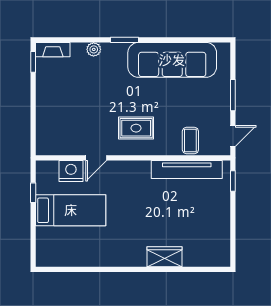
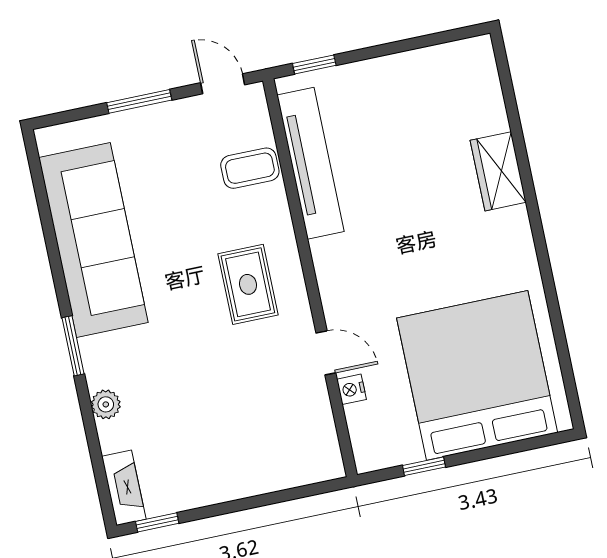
nightstand: (71, 171) -> (352, 389), width x0.53, depth x0.56
bed: (71, 210) -> (477, 375), width x2.04

